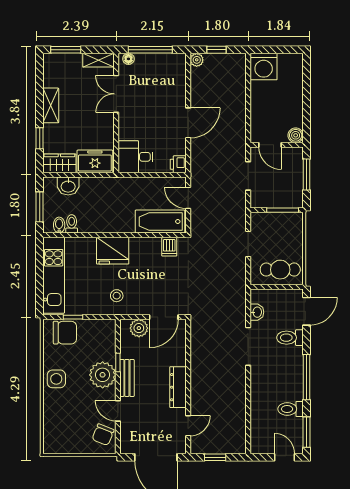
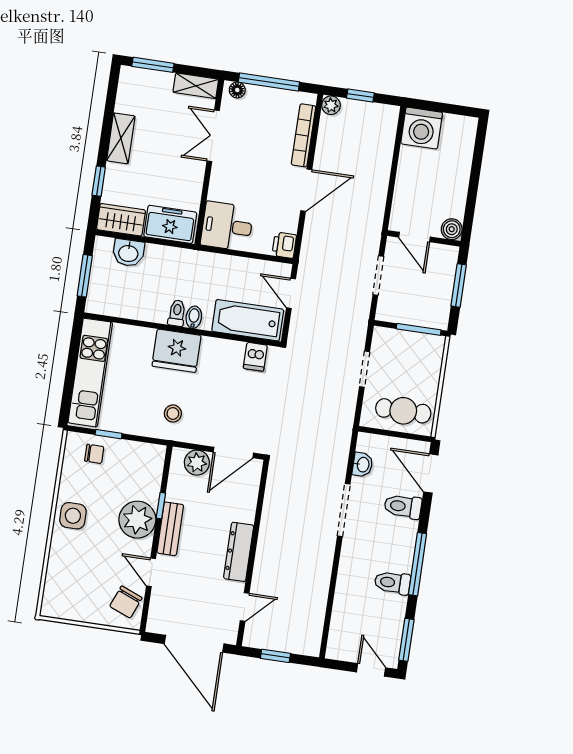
bookcase: (180, 84) -> (303, 135), added
toilet: (72, 224) -> (177, 313), moved
bidet: (59, 225) -> (194, 317), moved
door: (306, 311) -> (431, 473), swing flipped
chair: (65, 333) -> (94, 454), width x0.54, depth x0.54
toilet: (291, 409) -> (392, 583), moved

